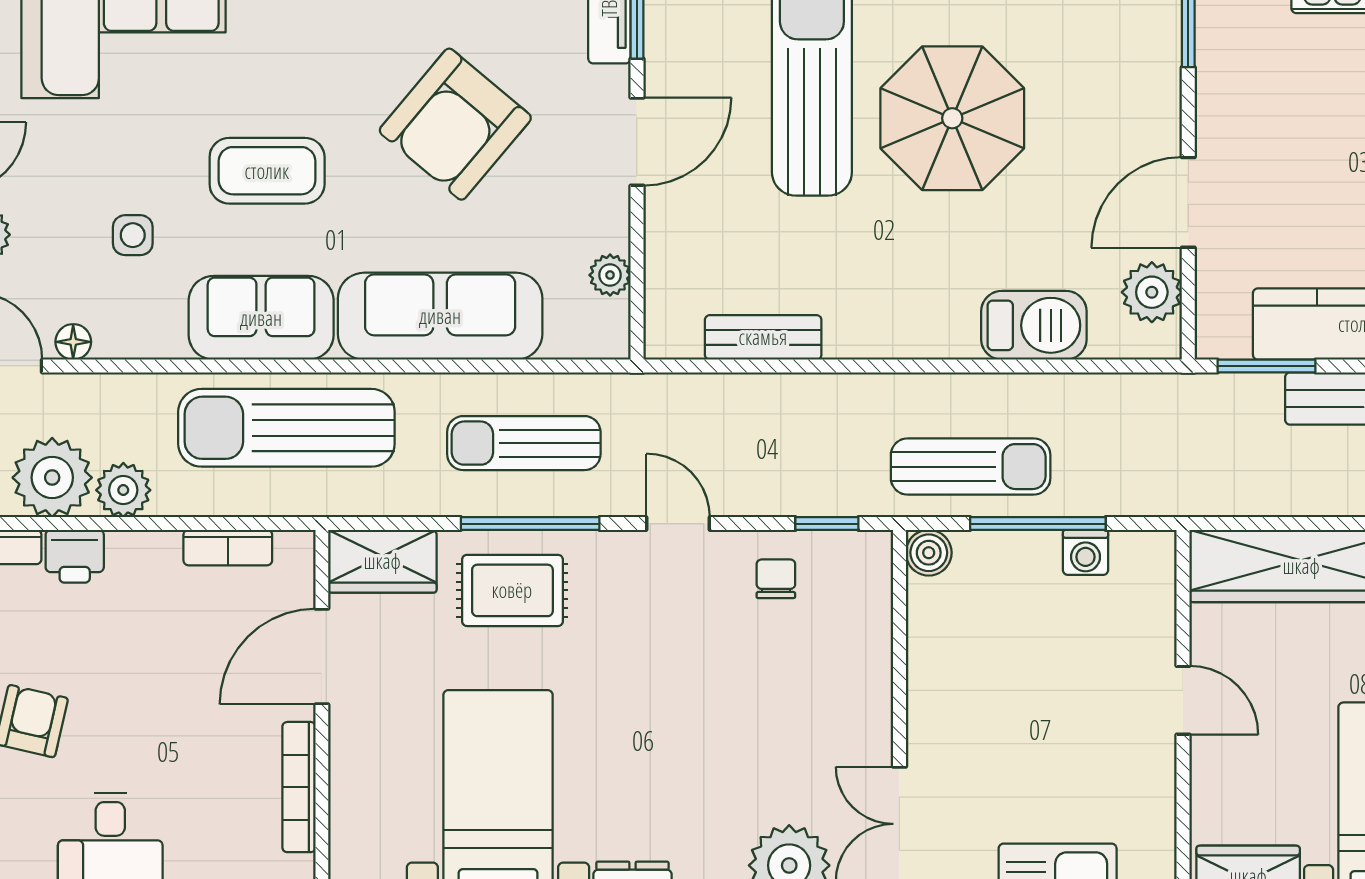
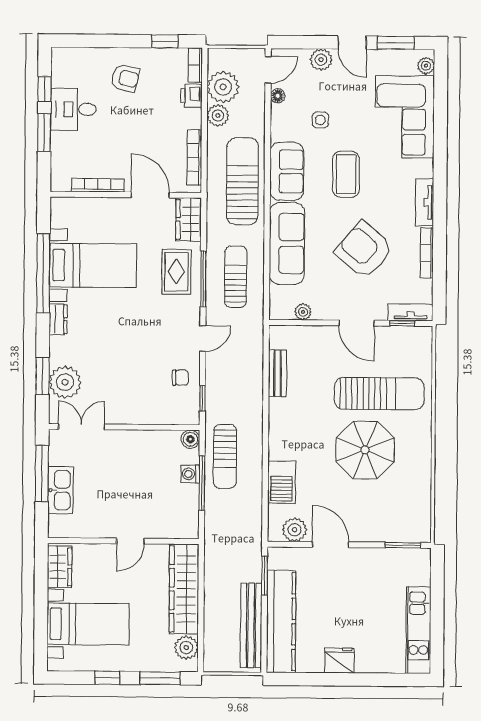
bookcase: (228, 548) -> (194, 157), width x1.56
washing machine: (1086, 552) -> (190, 474), moved

